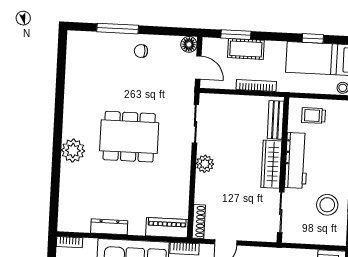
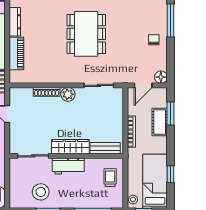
workbench: (296, 160) -> (68, 166), width x0.73
shoe rack: (199, 221) -> (47, 92), moved
piano: (167, 228) -> (16, 54), moved

